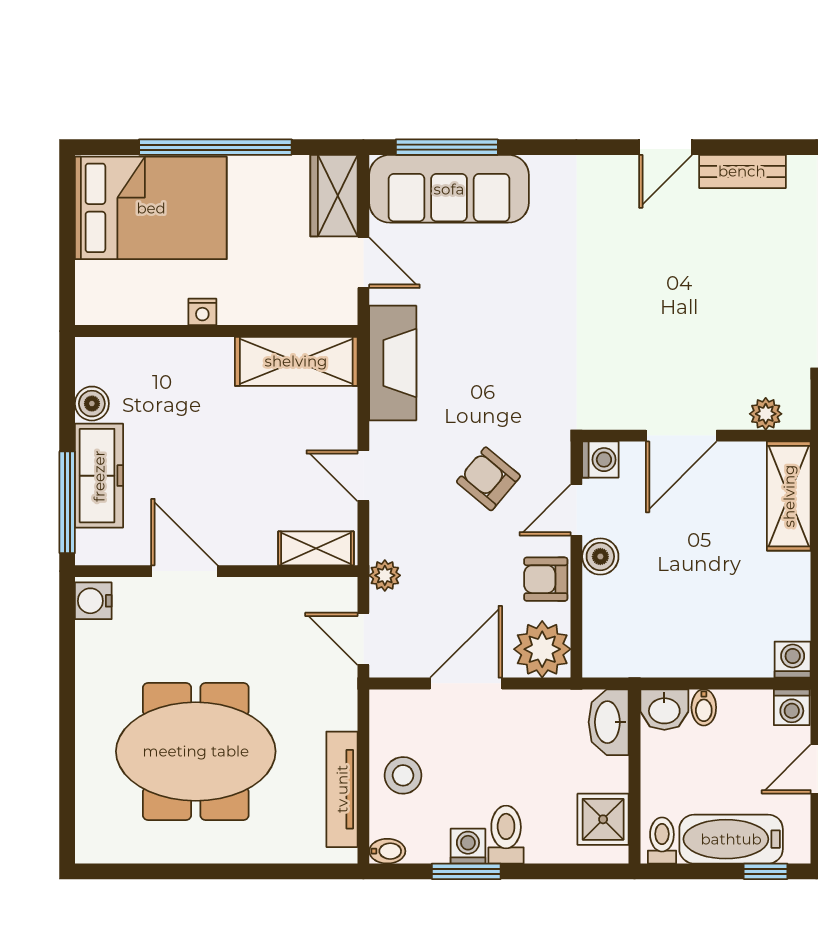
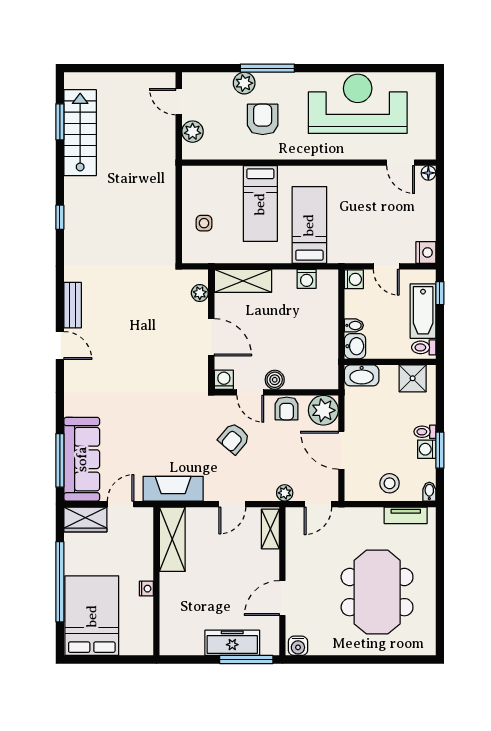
boiler: (92, 404) -> (194, 647), removed
washing machine: (793, 660) -> (307, 279), moved, turned -90
tv unit: (342, 789) -> (406, 515), width x0.71
toilet: (506, 835) -> (425, 432), width x0.73, depth x0.72

